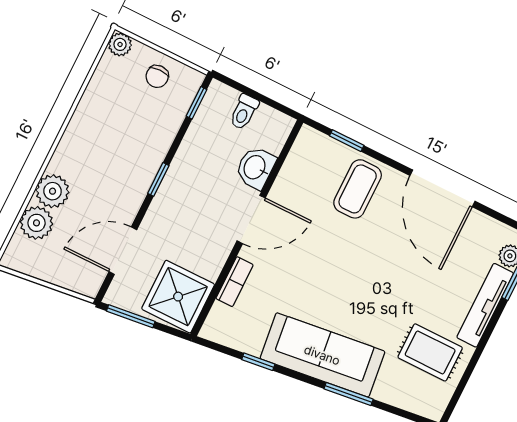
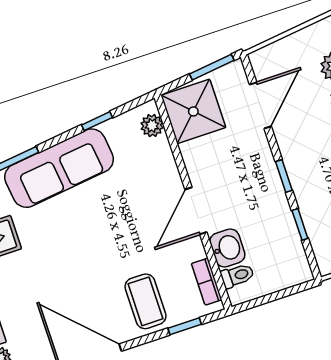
window: (197, 103) -> (300, 224), moved
toilet: (244, 112) -> (237, 276), moved, turned 90
bookcase: (235, 282) -> (207, 282), moved
plant: (220, 317) -> (152, 126), added

